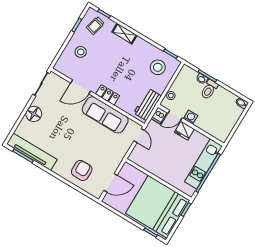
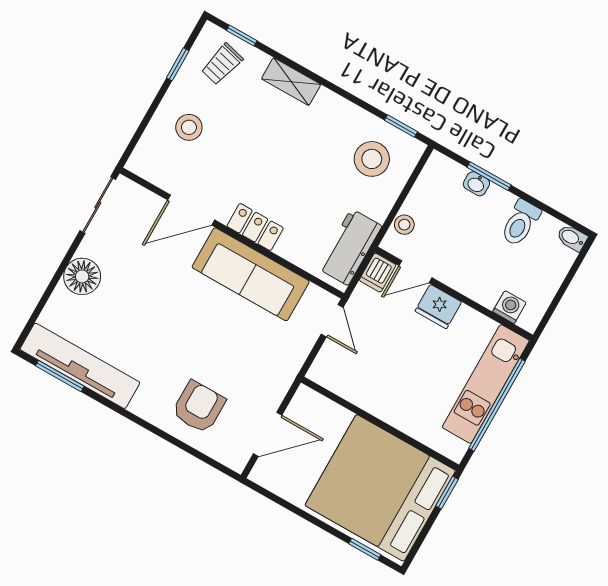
toilet: (209, 89) -> (520, 223), moved
washing machine: (191, 117) -> (509, 307), moved

